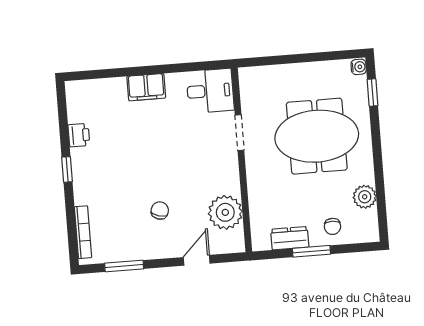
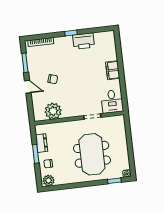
printer: (79, 135) -> (84, 41), width x1.87, depth x1.48
plant: (365, 197) -> (49, 181), moved
door: (197, 260) -> (28, 87), moved

